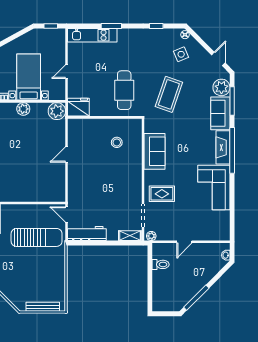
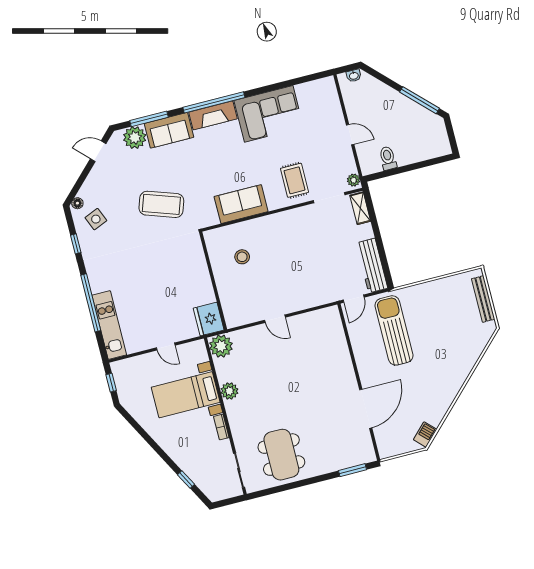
window: (111, 26) -> (91, 303), width x2.11
side table: (181, 54) -> (96, 219), moved
cafe table: (124, 90) -> (171, 265), removed

